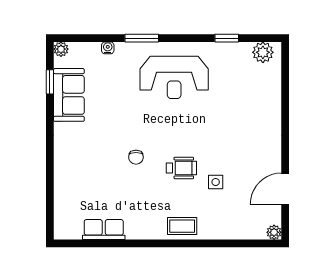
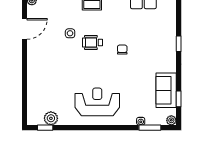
window: (142, 38) -> (150, 128), moved
window: (227, 38) -> (45, 128), moved
plant: (263, 52) -> (51, 118), moved
window: (50, 166) -> (179, 44), added

